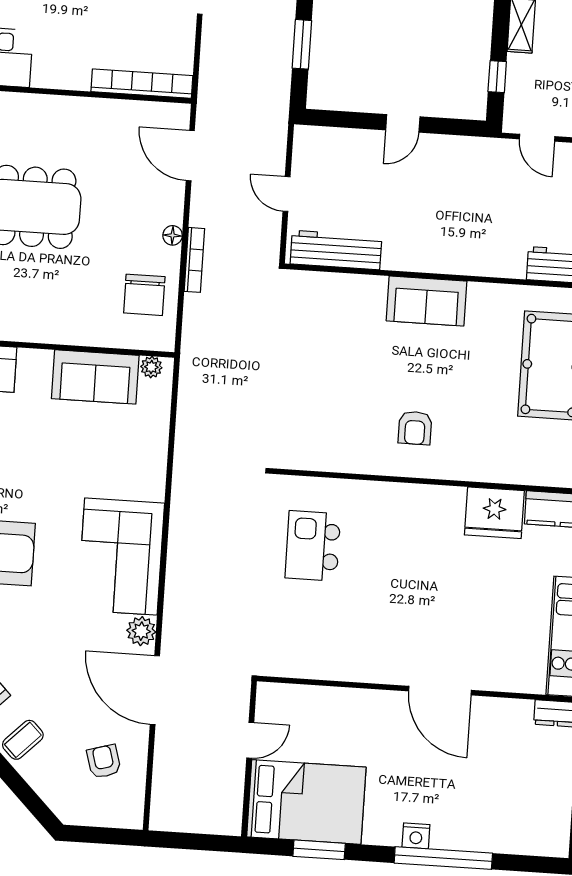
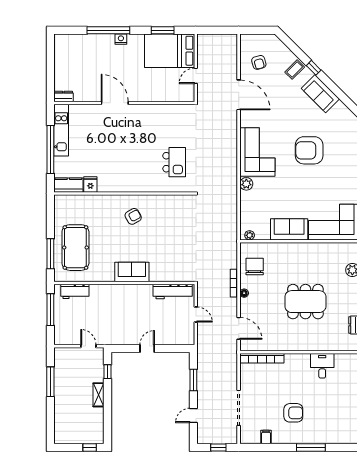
sofa: (95, 377) -> (289, 229), moved
armchair: (415, 428) -> (133, 216), turned 61
fridge: (494, 513) -> (90, 185), width x0.53, depth x0.75
plant: (141, 631) -> (246, 184), moved

